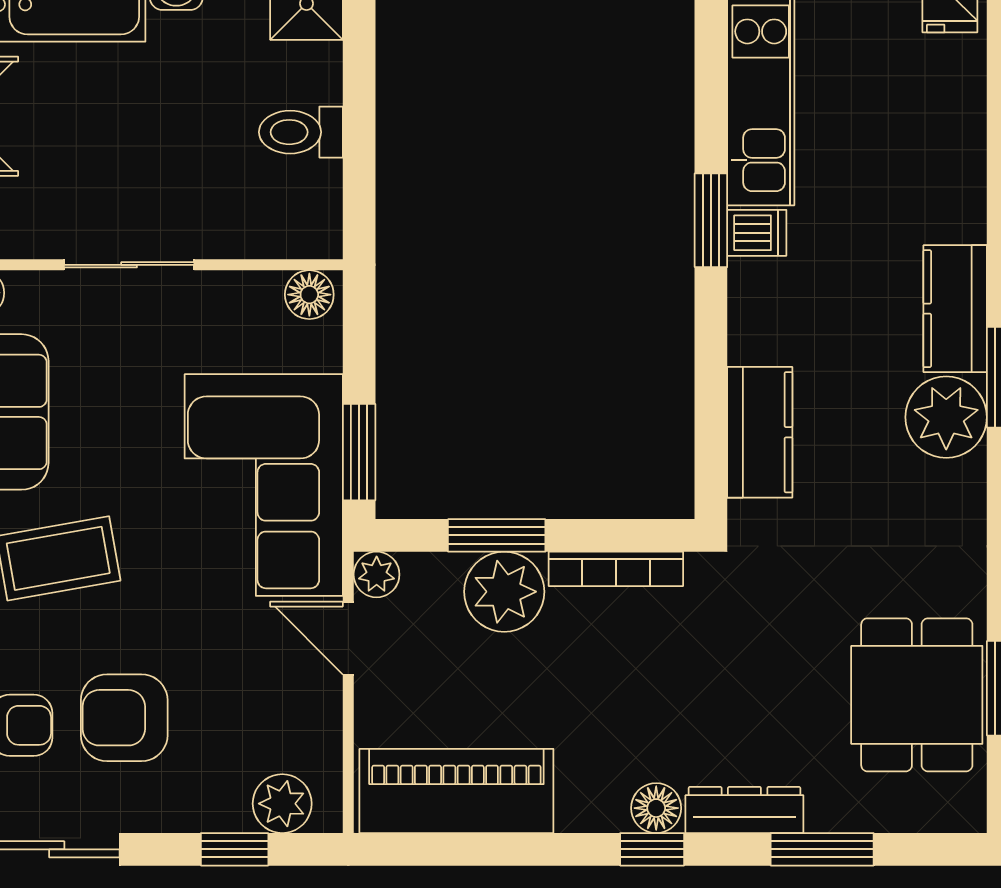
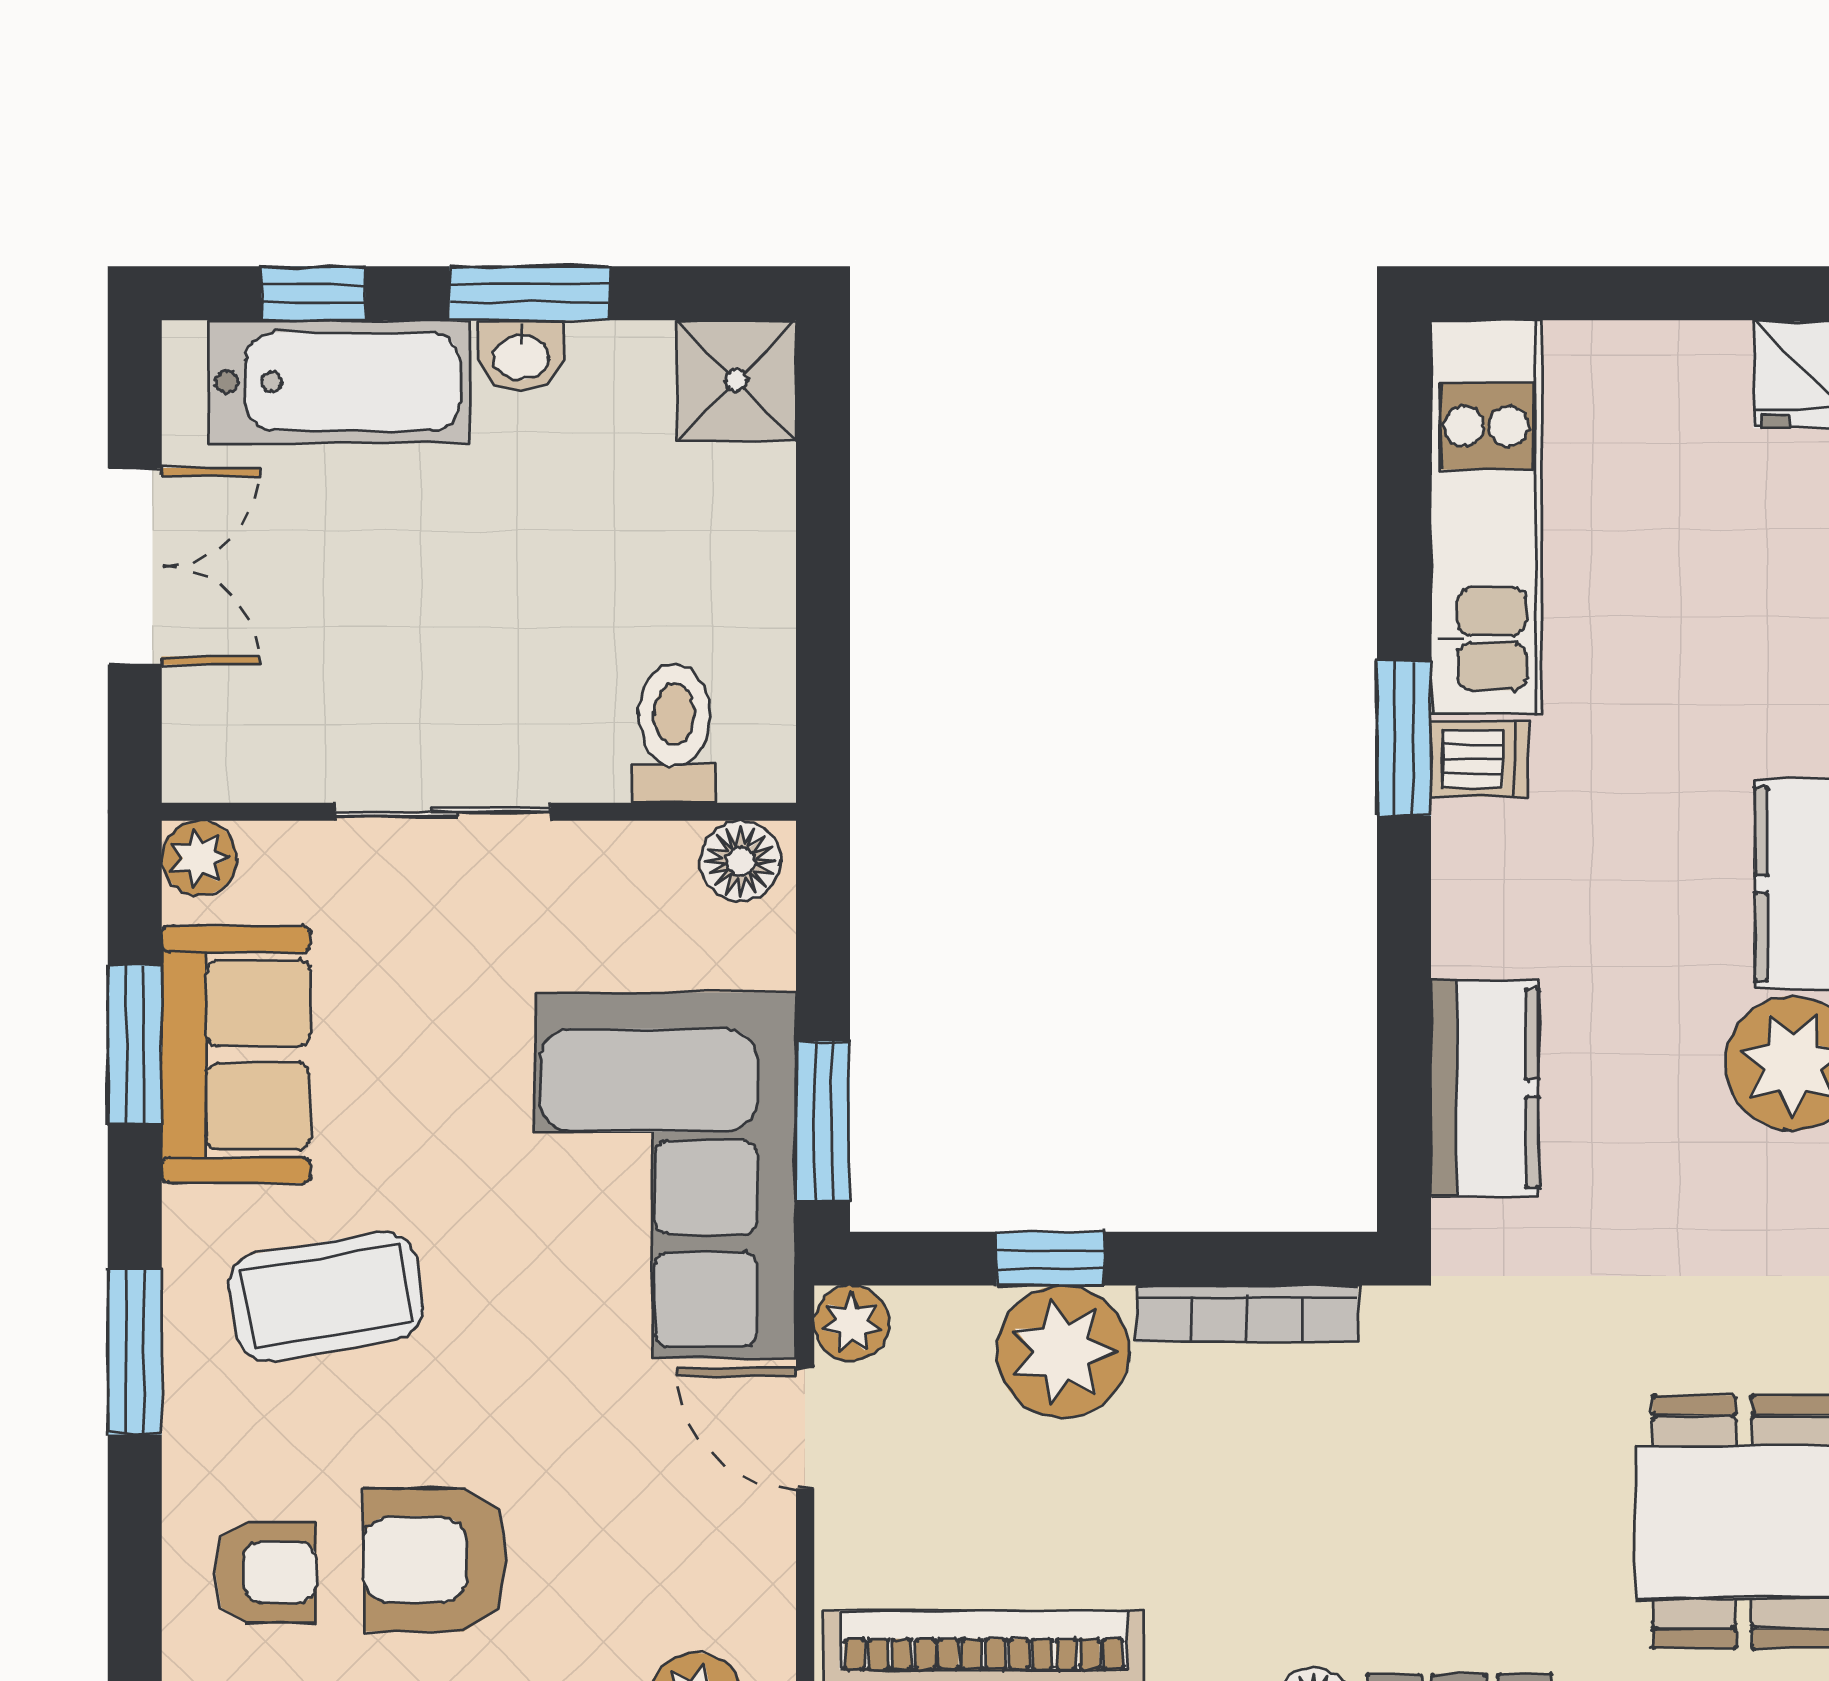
toilet: (301, 132) -> (674, 733), moved, turned 90
window: (497, 535) -> (1050, 1259), width x0.67

